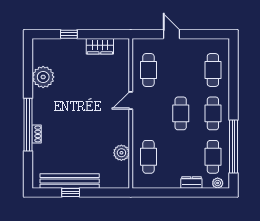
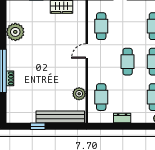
bench: (70, 181) -> (60, 117), moved
dresser: (191, 182) -> (122, 118), moved

